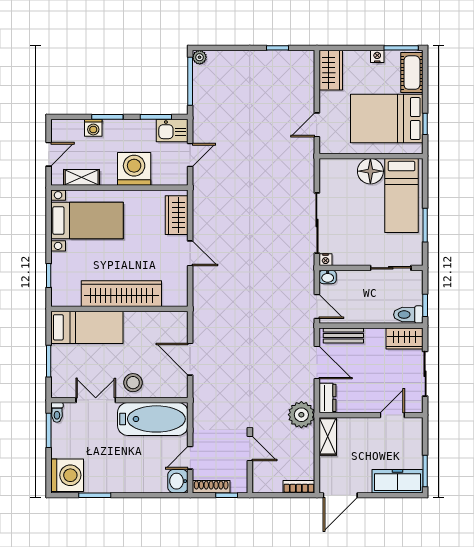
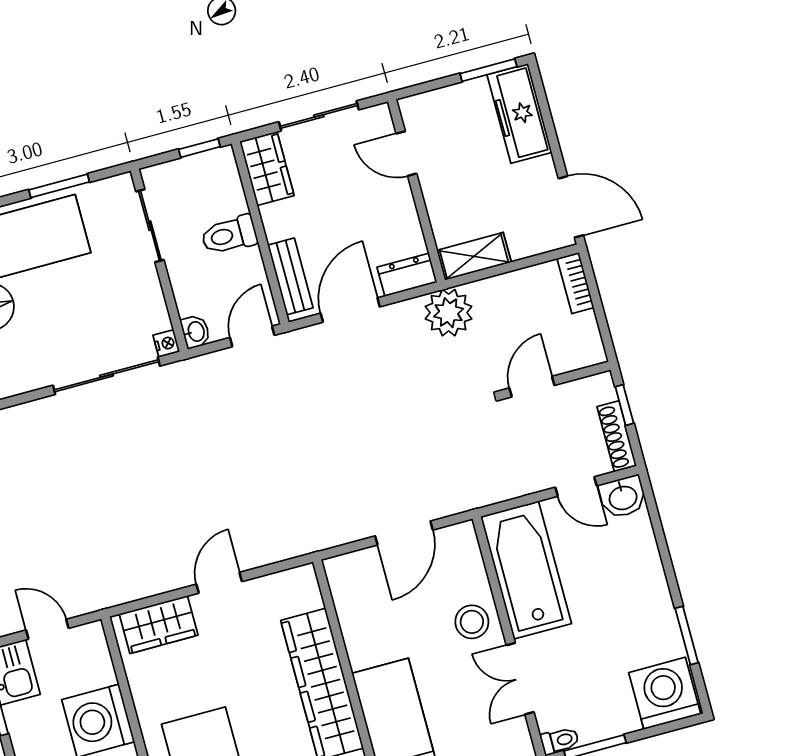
toilet: (408, 315) -> (229, 235), moved, turned 90

